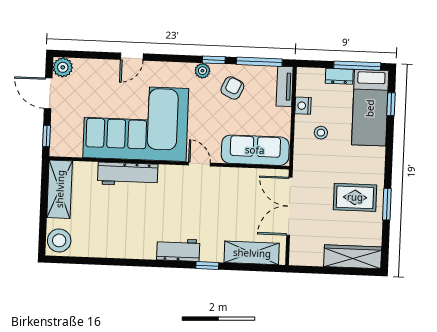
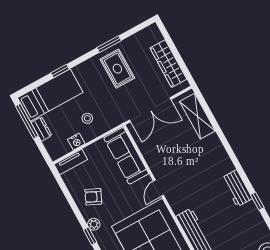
window: (214, 60) -> (90, 236), moved
window: (259, 62) -> (64, 189), removed
window: (391, 104) -> (60, 71), moved
workbench: (178, 250) -> (237, 188), moved
wardrobe: (353, 257) -> (168, 64), moved
window: (207, 266) -> (257, 201), moved

